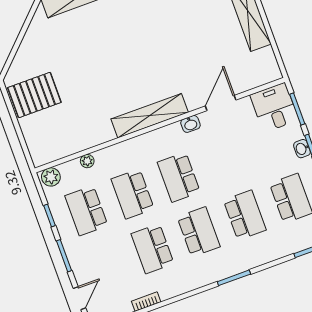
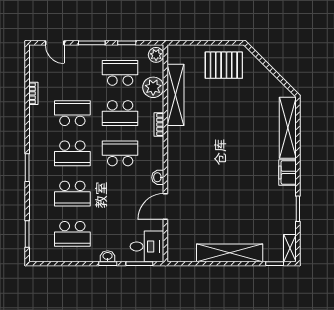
pallet: (34, 95) -> (224, 65), turned 90
door: (221, 103) -> (165, 206), swing flipped
shelving: (150, 116) -> (176, 95), moved
bookcase: (130, 145) -> (159, 125), added
plant: (87, 161) -> (153, 87), width x1.88, depth x1.88
school desk: (133, 194) -> (120, 113), turned 180

